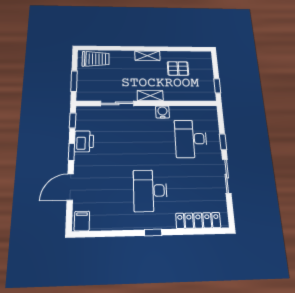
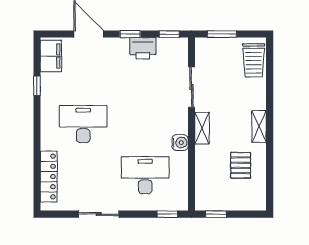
window: (223, 142) -> (167, 214), moved
filing cabinet: (82, 221) -> (51, 56), width x2.00
window: (153, 232) -> (37, 86), moved

